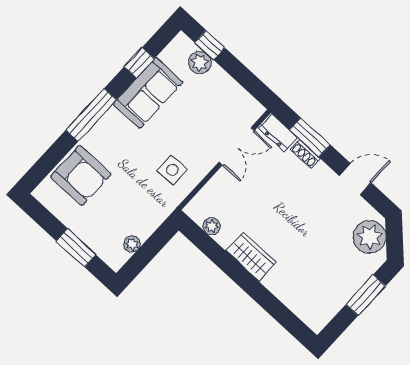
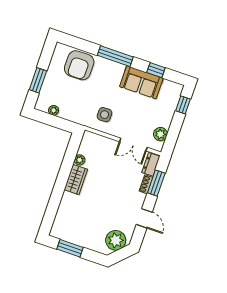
plant: (200, 63) -> (160, 134), moved
plant: (212, 226) -> (80, 160), moved
window: (366, 295) -> (70, 248), moved

